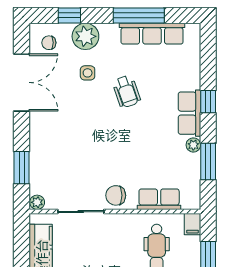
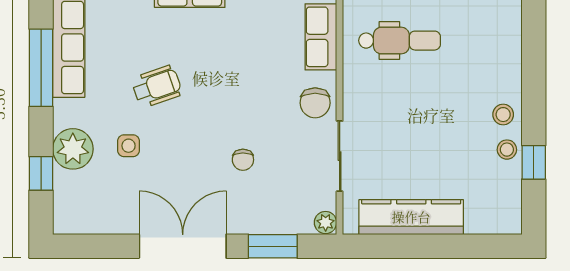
chair: (49, 43) -> (243, 160), moved
double door: (22, 82) -> (183, 246), moved

